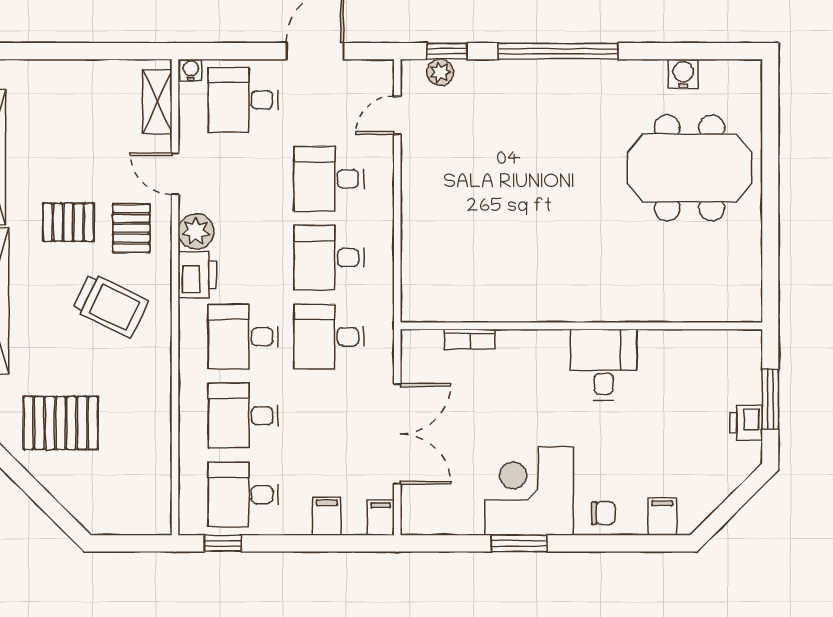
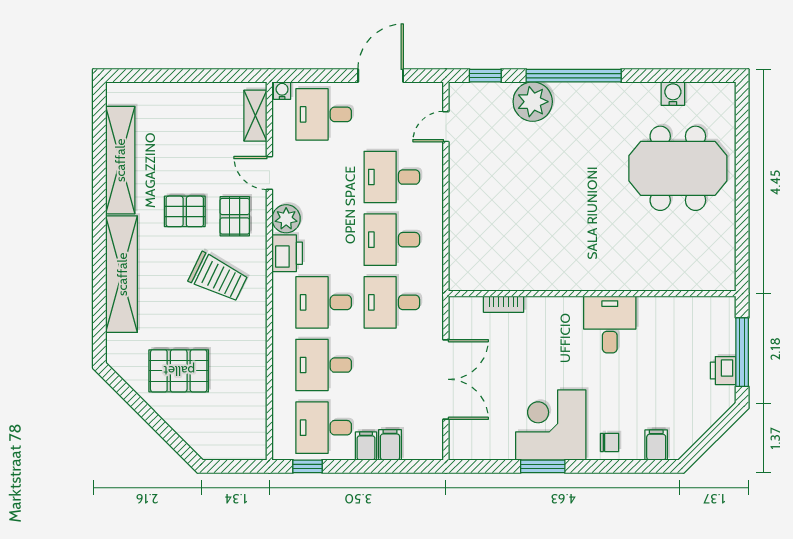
plant: (440, 72) -> (533, 102), moved, width x1.88, depth x1.88
window: (770, 399) -> (742, 352), width x1.44
filing cabinet: (381, 518) -> (366, 446), moved

